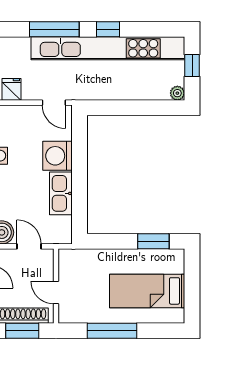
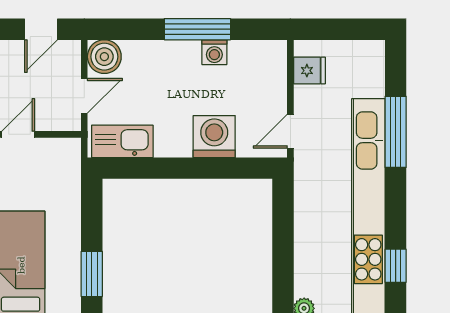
window: (108, 29) -> (396, 266), moved
kitchen sink: (61, 193) -> (122, 141), moved

